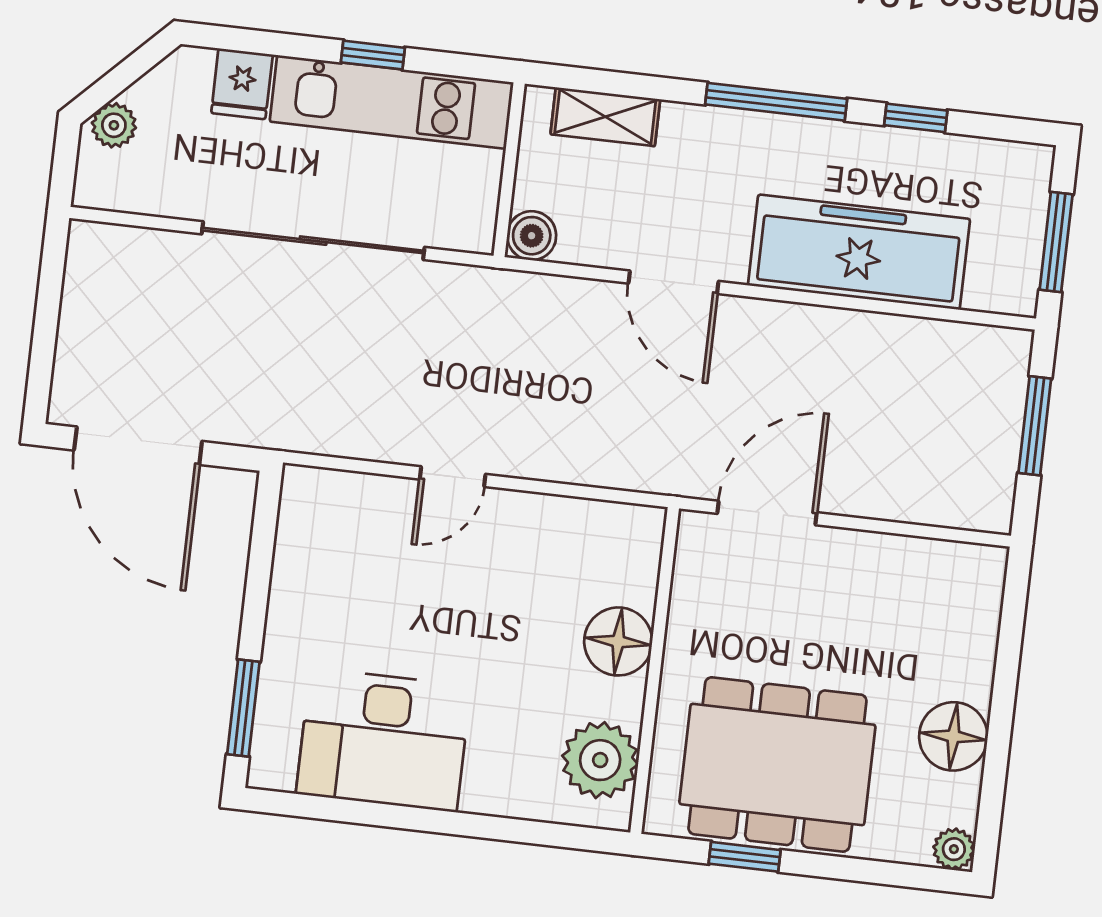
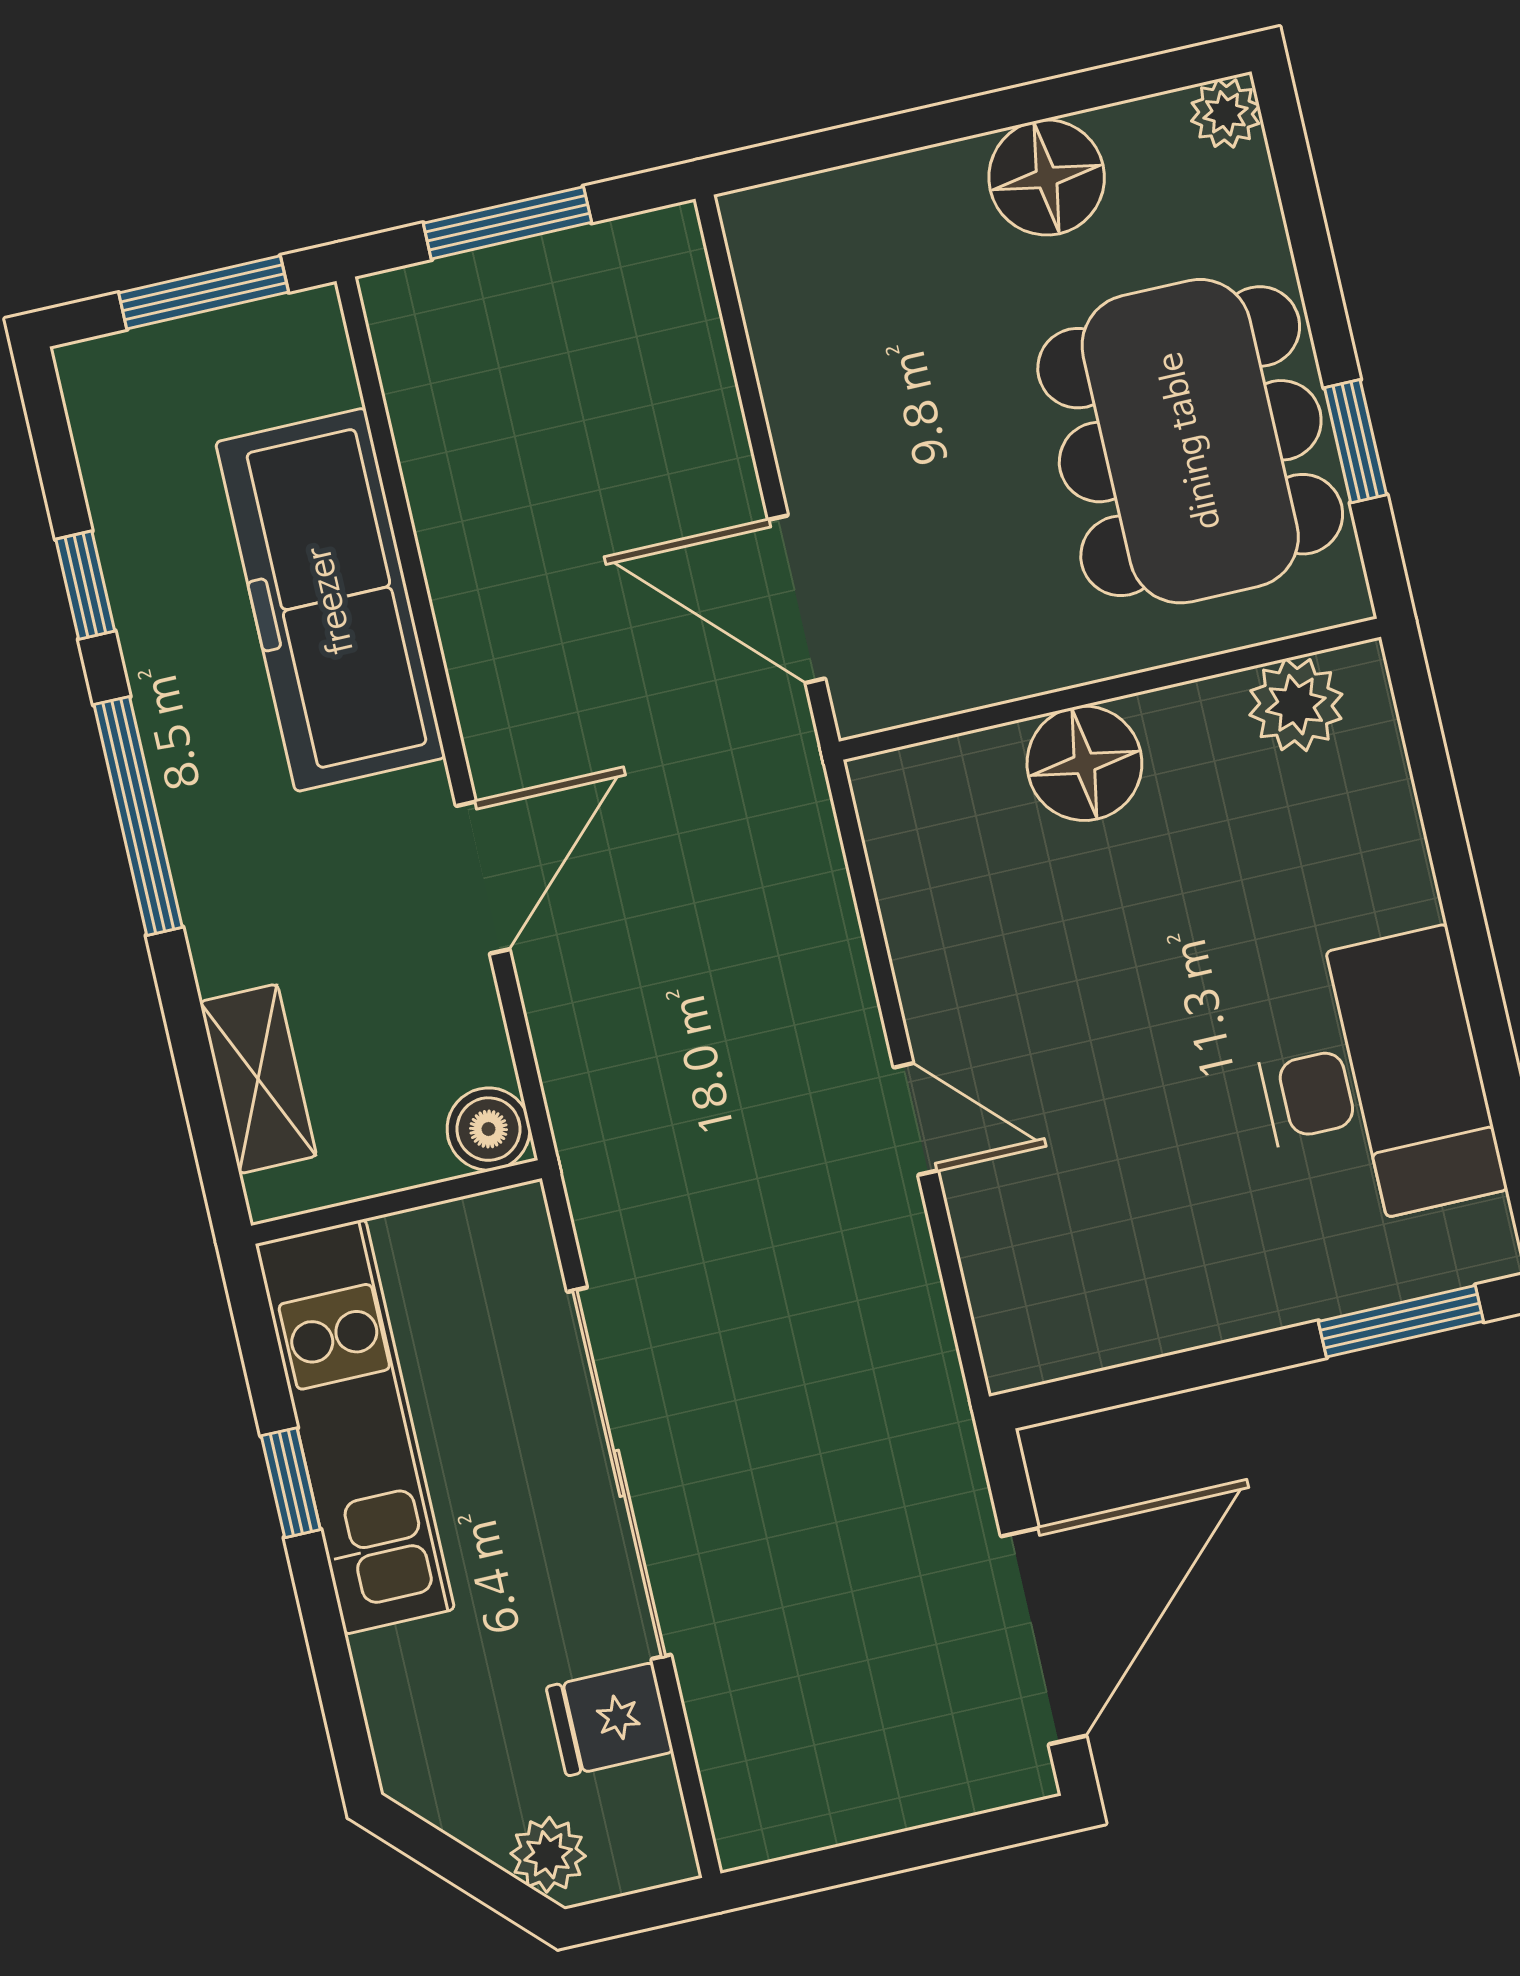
fridge: (242, 84) -> (610, 1719), moved, turned 180
plant: (600, 760) -> (1296, 705), width x0.73, depth x0.73

